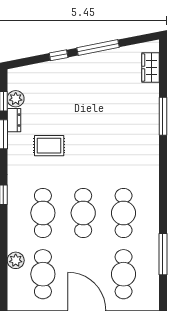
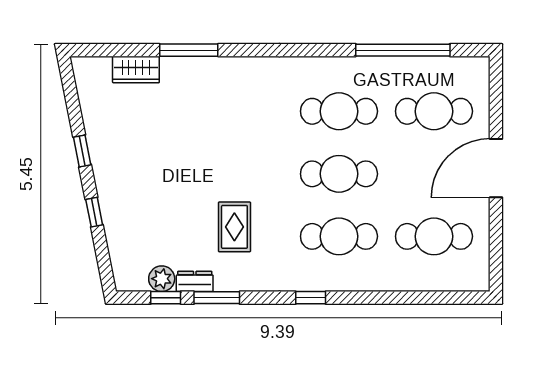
window: (98, 47) -> (82, 151), width x0.46
wardrobe: (150, 67) -> (136, 70), moved
window: (163, 254) -> (403, 50), width x1.46
plant: (16, 260) -> (413, 279), removed

